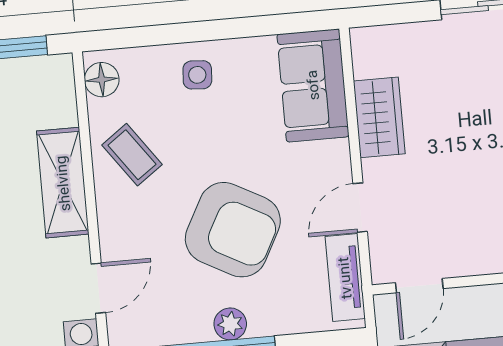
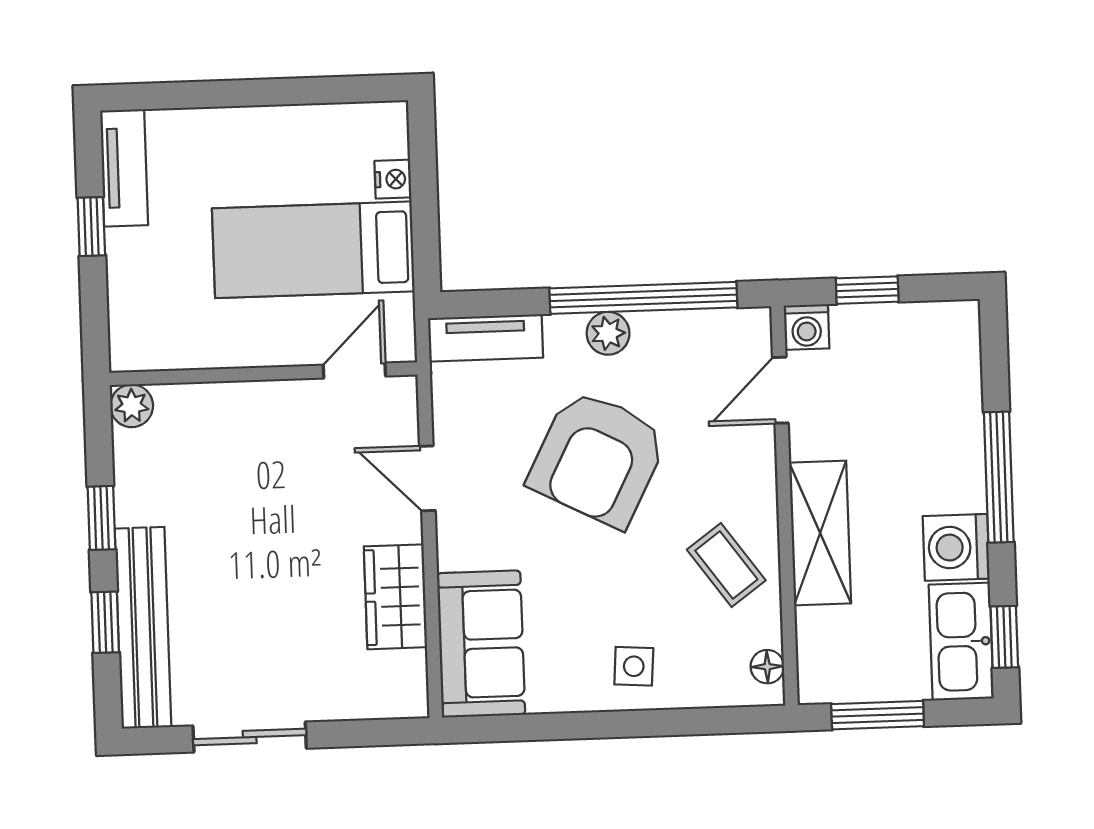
floor lamp: (102, 80) -> (767, 667), width x0.73, depth x0.73
door: (360, 208) -> (427, 478), swing flipped
armchair: (233, 230) -> (598, 458), turned -91
tv unit: (345, 278) -> (486, 338), moved, turned 90

